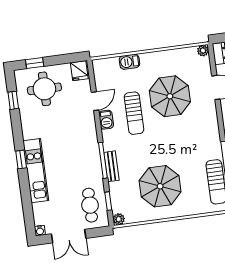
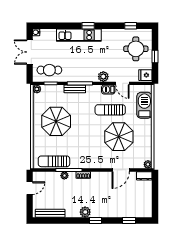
barbecue: (129, 62) -> (144, 105), width x1.88, depth x1.53
window: (35, 63) -> (155, 57), moved
plant: (89, 129) -> (103, 77), added

